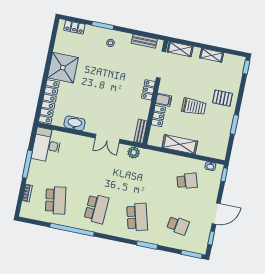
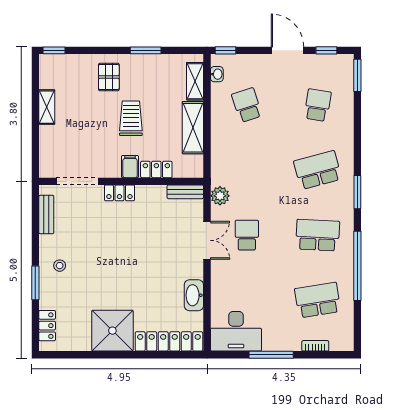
shelving: (180, 49) -> (195, 81), moved
school desk: (106, 164) -> (247, 235), added
window: (147, 245) -> (357, 192), moved

